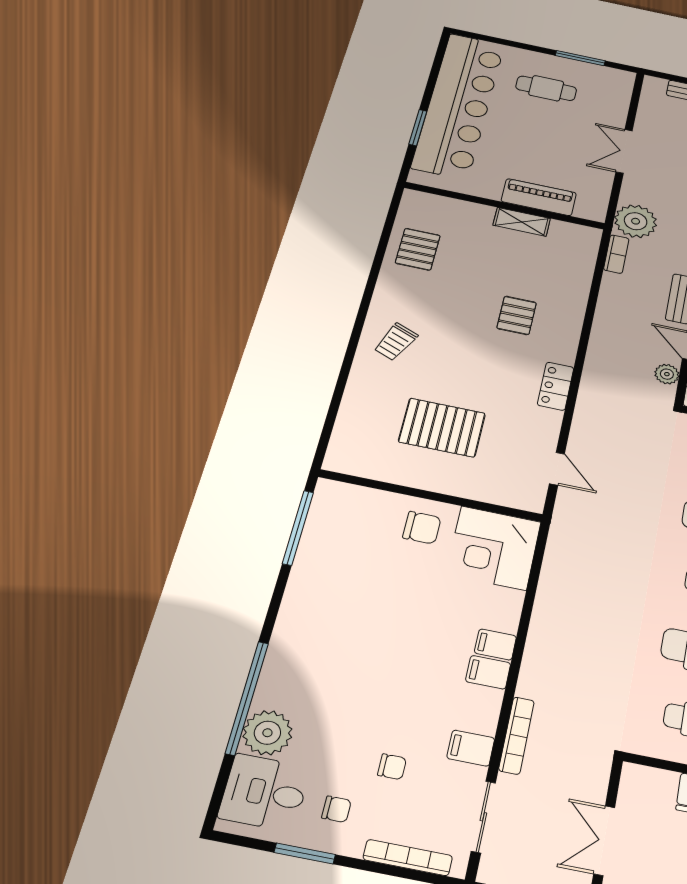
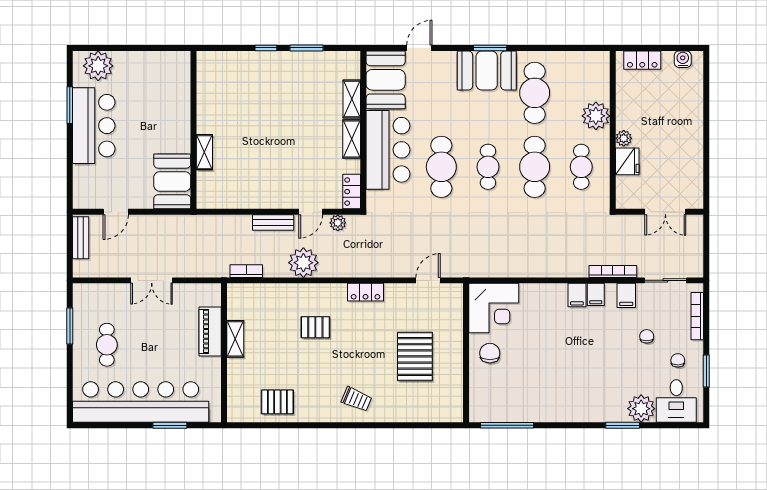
plant: (636, 221) -> (303, 263), moved
filing cabinet: (495, 645) -> (596, 294), moved
window: (247, 698) -> (623, 425), width x0.47

